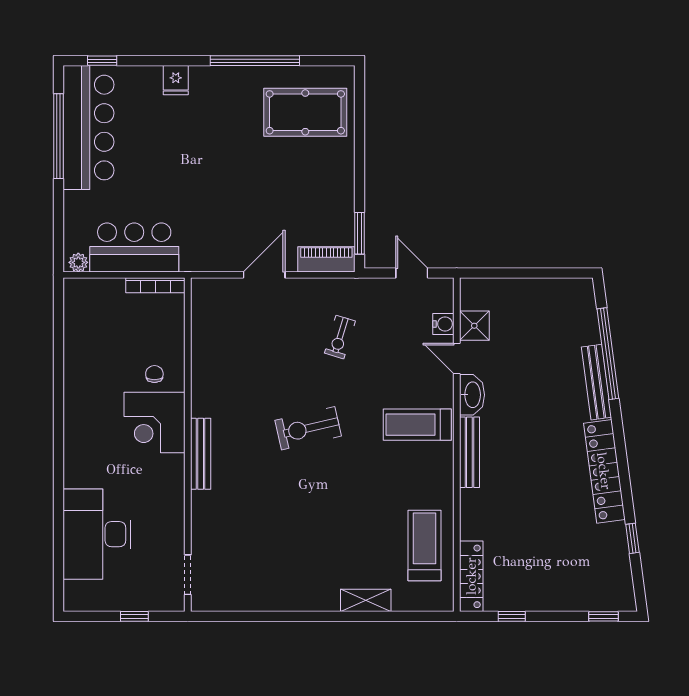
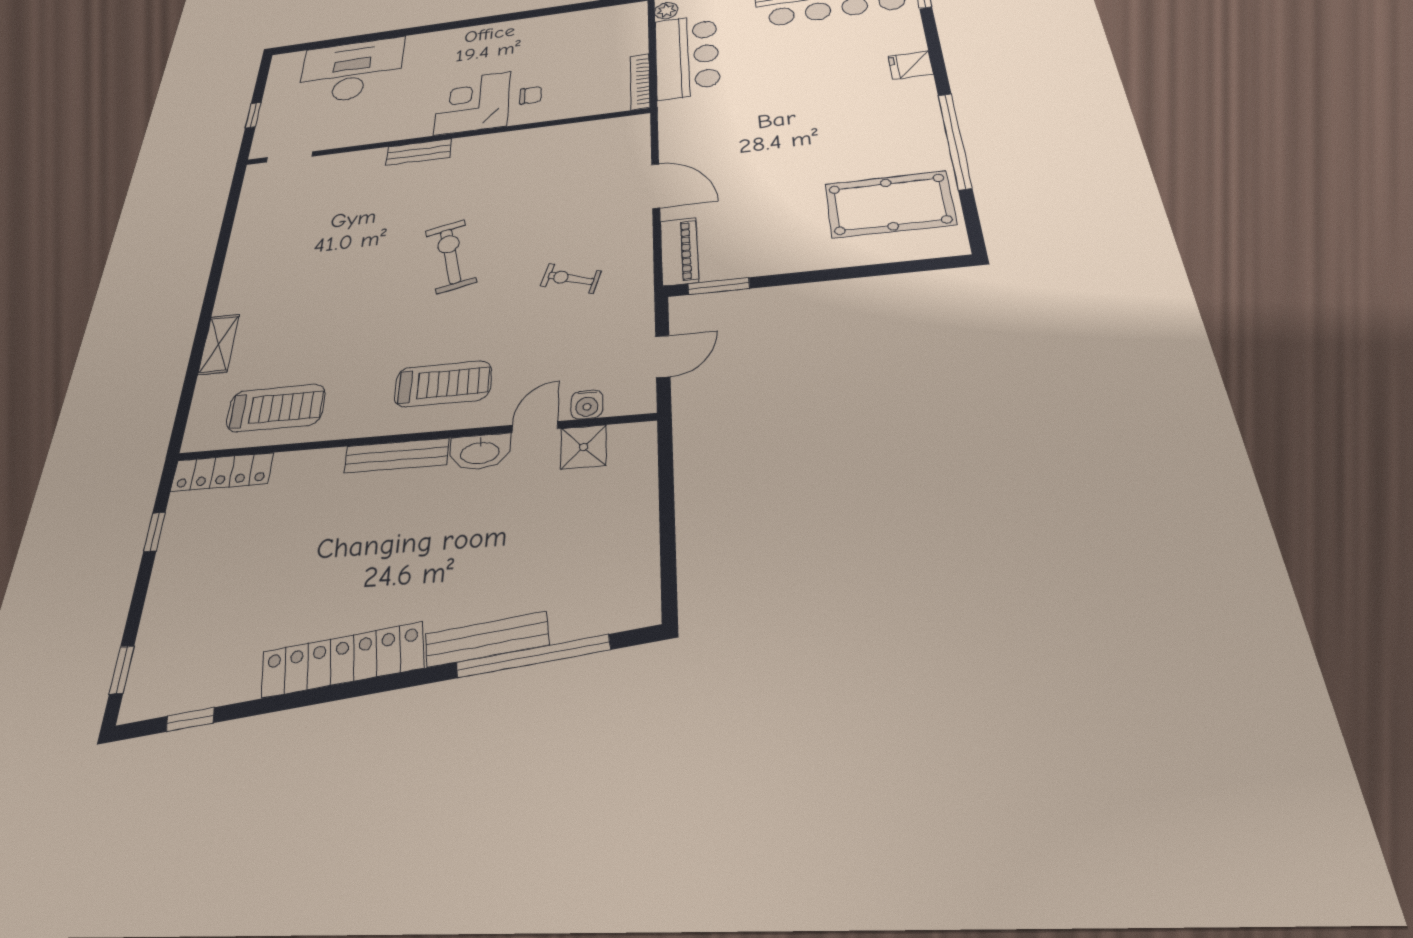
pool table: (305, 112) -> (889, 204), turned 90
treadmill: (417, 425) -> (443, 384), turned 90
bench: (201, 454) -> (419, 152), width x0.73
window: (632, 538) -> (190, 720), moved

